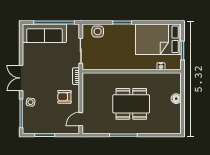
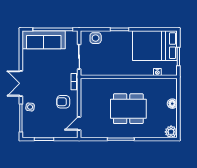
plant: (175, 128) -> (171, 132), added

